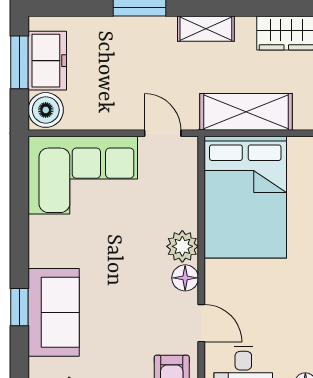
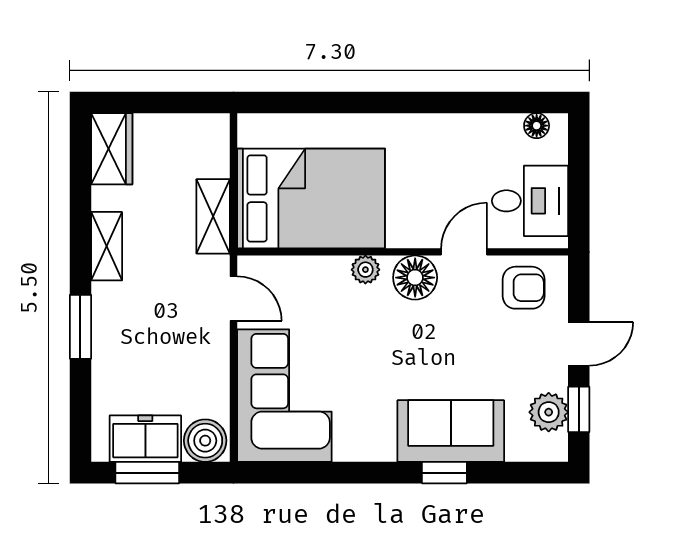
shelving: (246, 112) -> (213, 216), width x0.67, depth x0.75
door: (163, 133) -> (234, 299), swing flipped
plant: (182, 246) -> (365, 270), width x0.73, depth x0.73
floor lamp: (185, 278) -> (415, 278), width x1.38, depth x1.38

